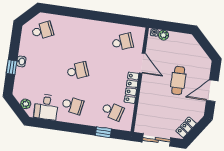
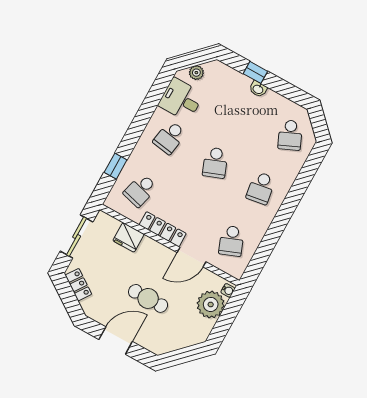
plant: (164, 35) -> (211, 304), width x1.87, depth x1.87
school desk: (82, 36) -> (261, 188), added
door: (212, 91) -> (116, 341), hinge flipped
fridge: (145, 107) -> (128, 237), added

